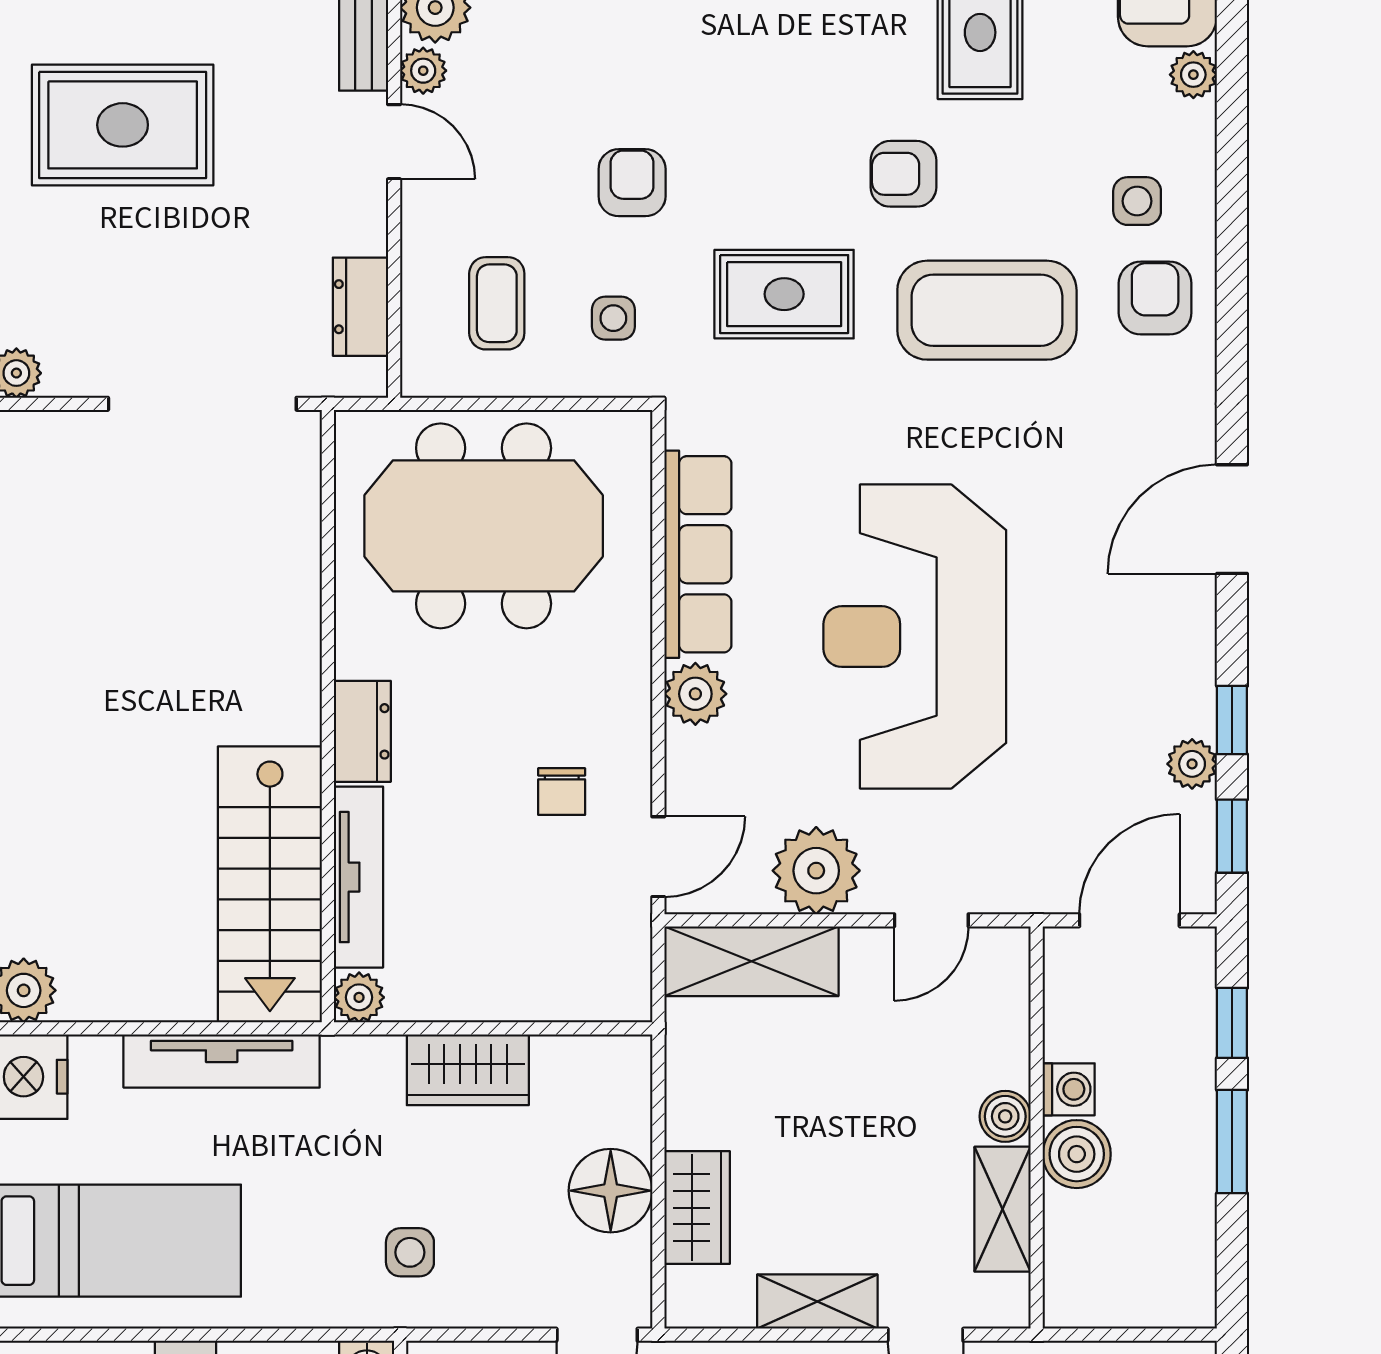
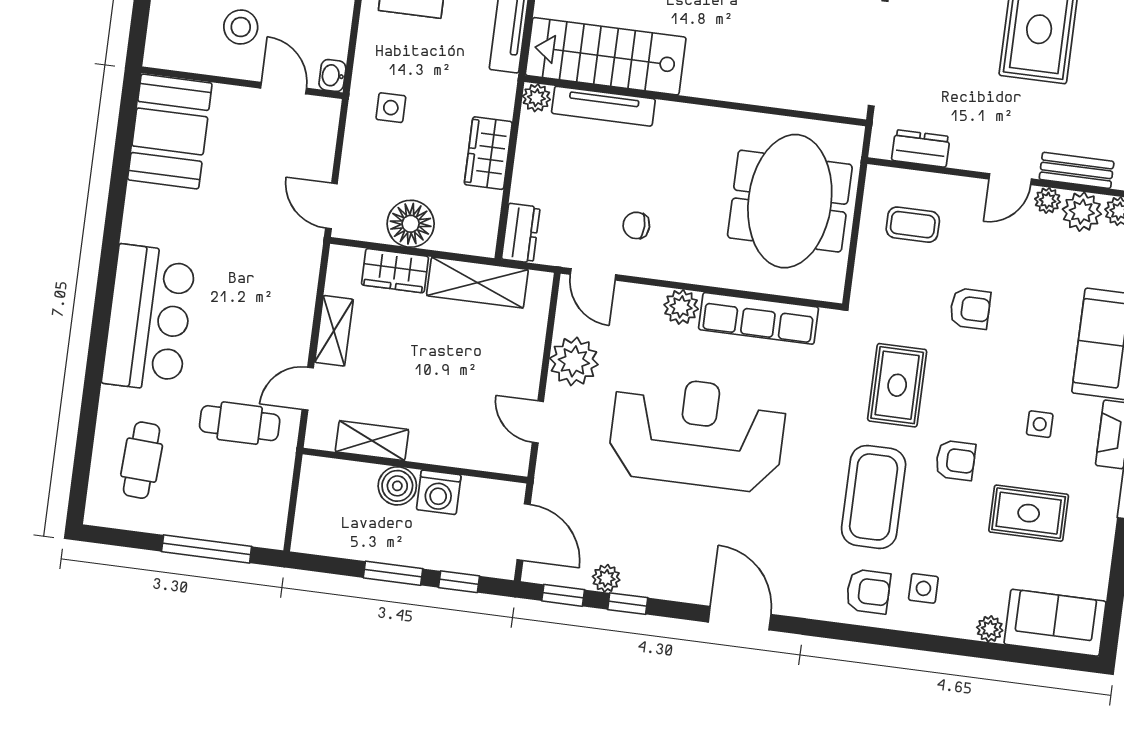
armchair: (903, 174) -> (955, 460), turned 90
side table: (613, 318) -> (1040, 424), moved
dresser: (362, 731) -> (521, 233), moved, turned -90
shelving: (751, 961) -> (477, 283), moved, turned 90
washing machine: (1069, 1089) -> (439, 492), width x1.38, depth x1.38
boiler: (1005, 1116) -> (423, 449), removed

